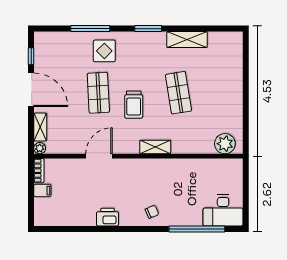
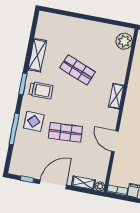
shop shelf: (178, 93) -> (77, 70), turned 30
trolley: (134, 105) -> (41, 90), moved

